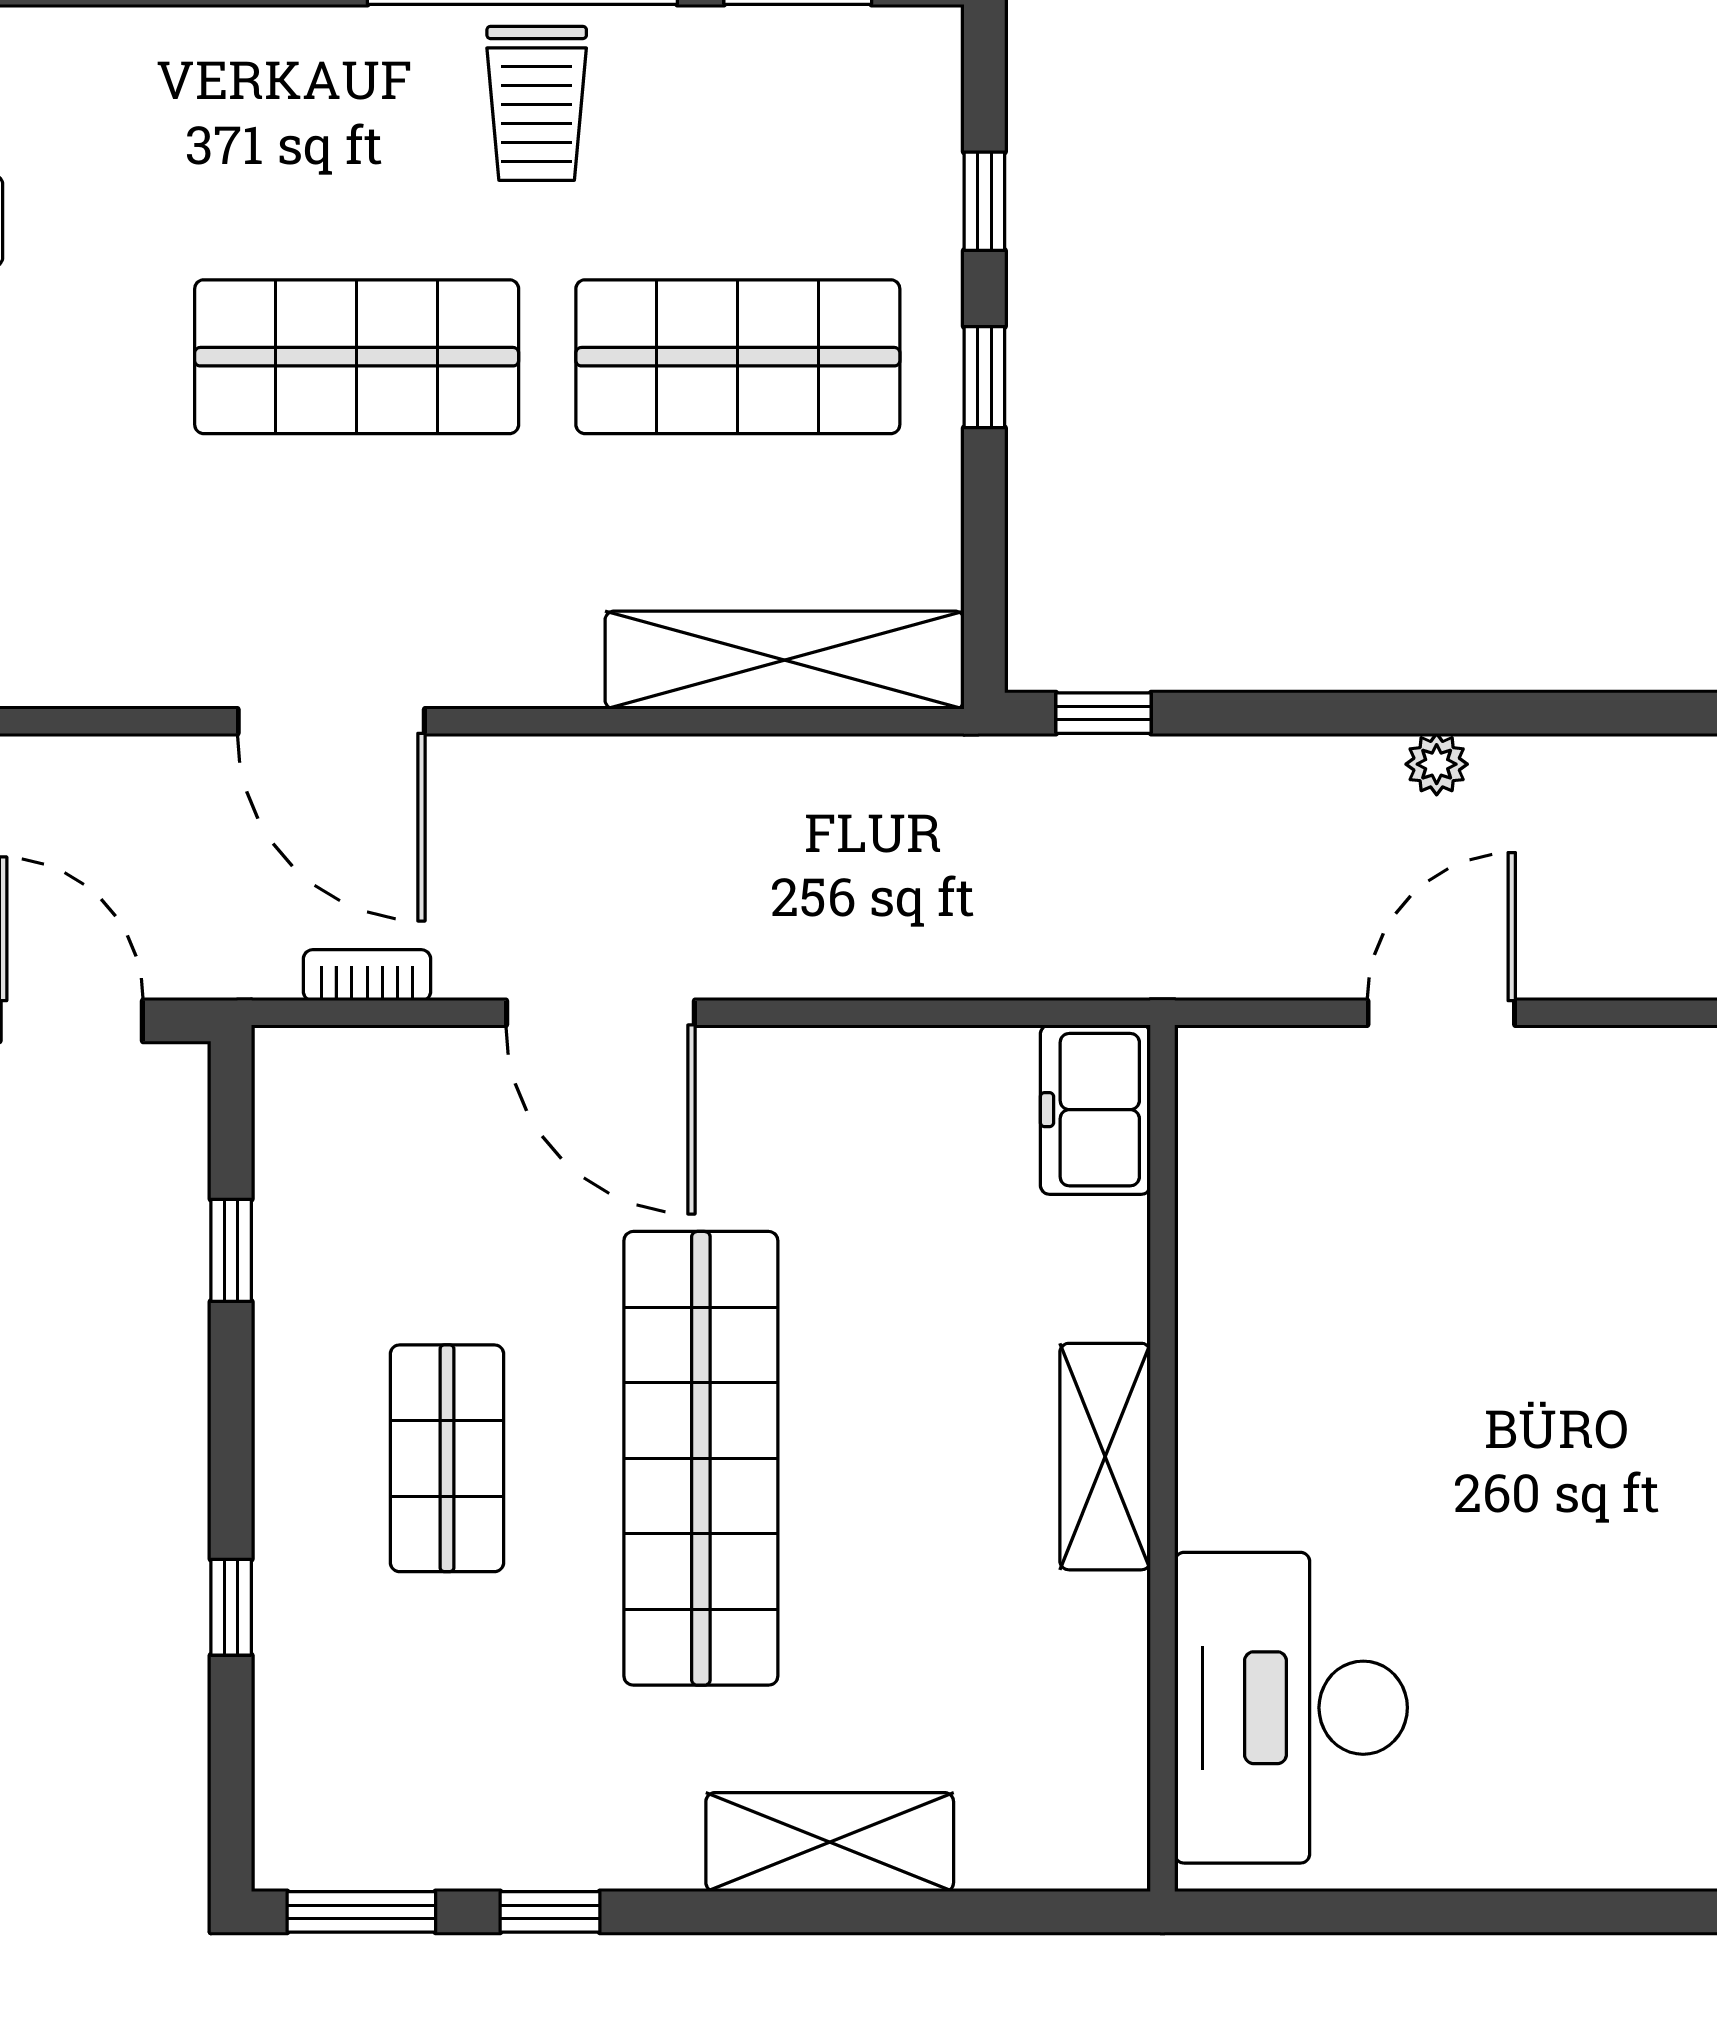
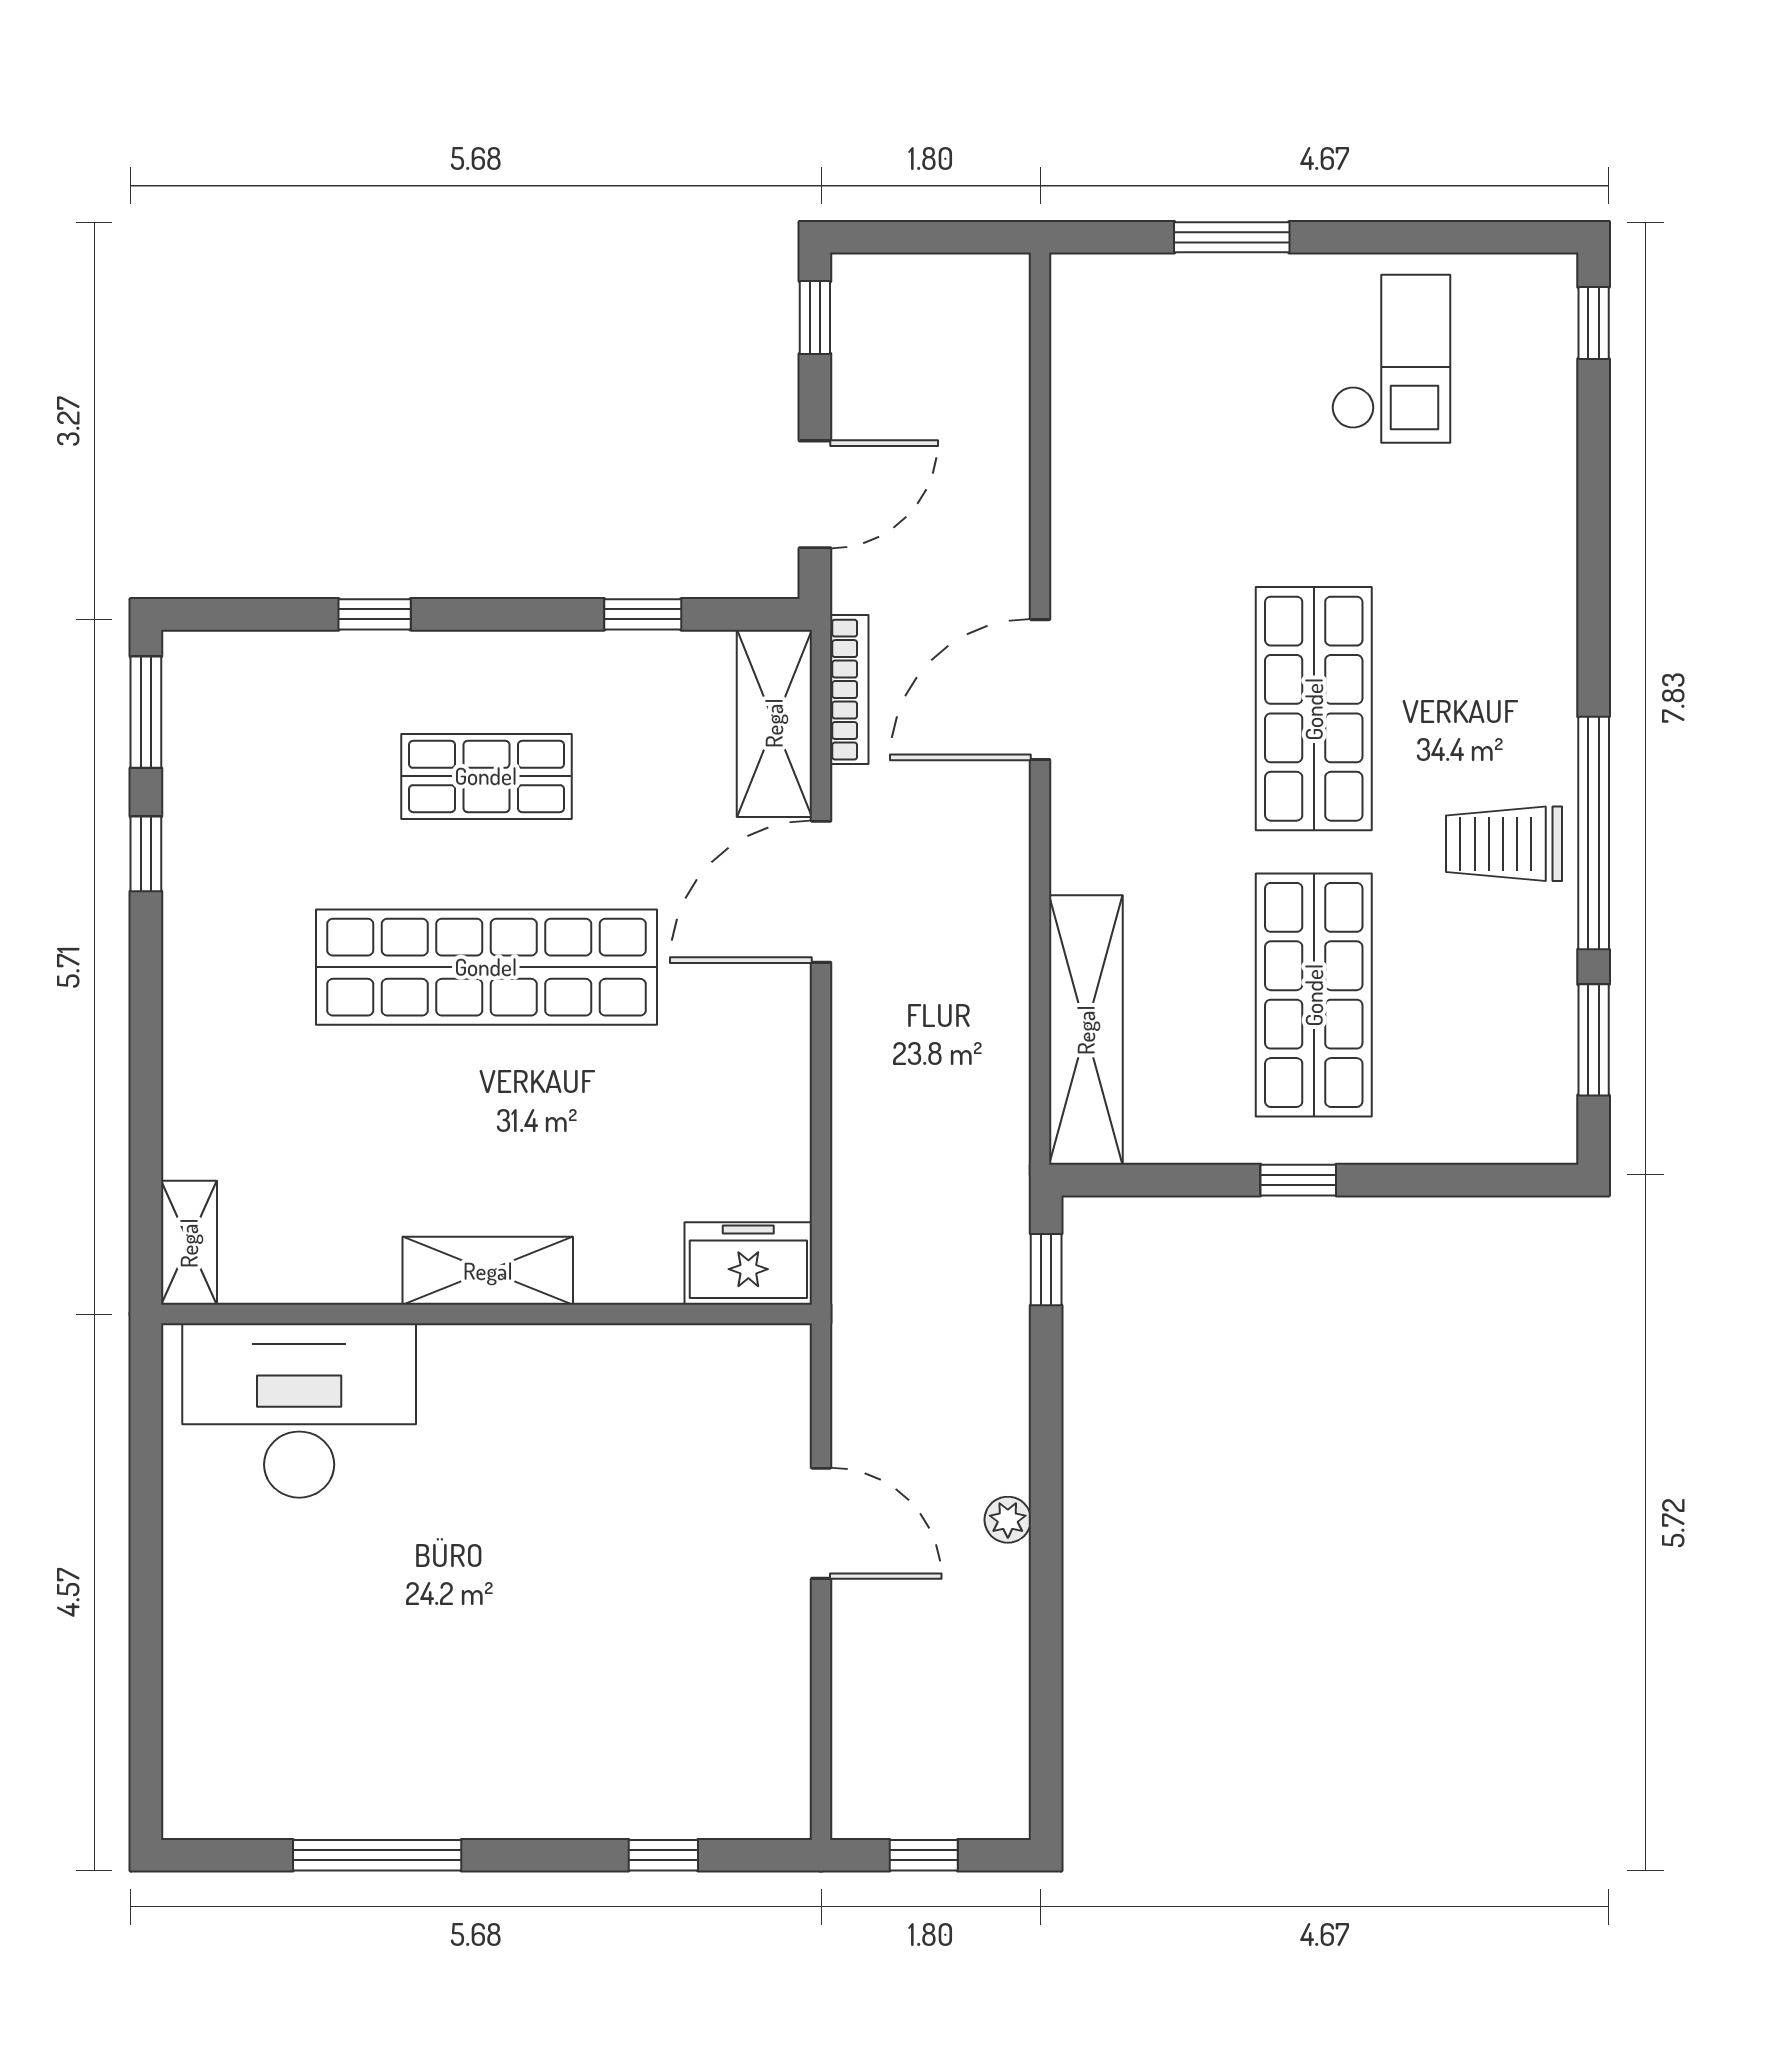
window: (984, 201) -> (1431, 1180), removed
bookcase: (367, 975) -> (849, 690), width x1.56
shelving: (376, 1075) -> (774, 723), added
shelving: (830, 1842) -> (189, 1243), moved, width x0.67, depth x0.75

